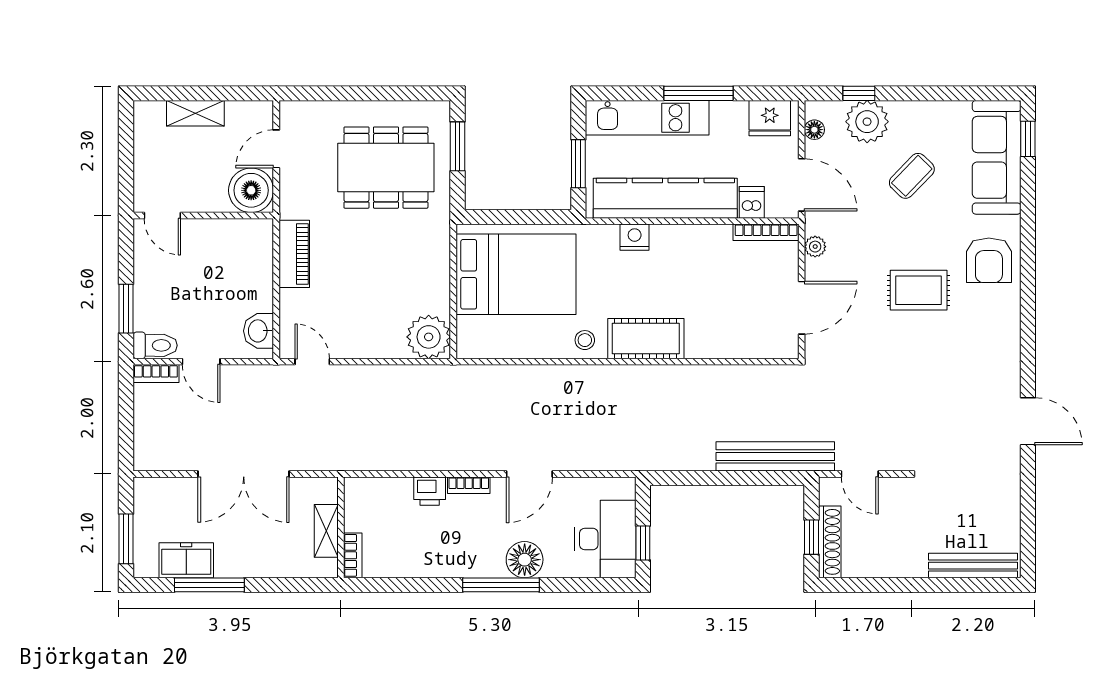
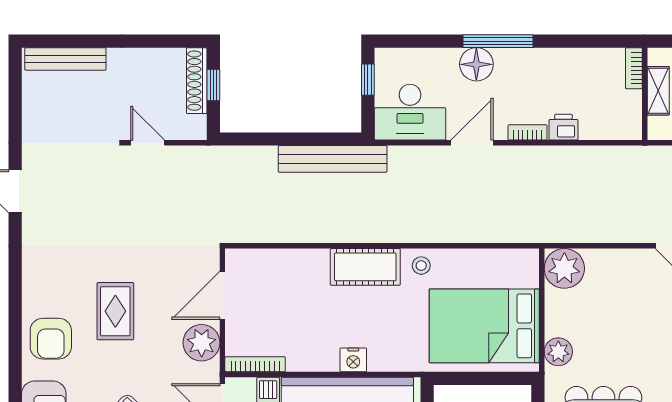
nightstand: (635, 237) -> (353, 360), moved
plant: (435, 246) -> (558, 352), added
plant: (815, 247) -> (202, 343), width x1.88, depth x1.88
armchair: (989, 260) -> (51, 339), turned 180
rug: (919, 290) -> (115, 311), turned 90
bench: (775, 456) -> (333, 159), moved
door: (860, 474) -> (148, 143), moved
desk: (605, 539) -> (410, 112), moved, turned -90

